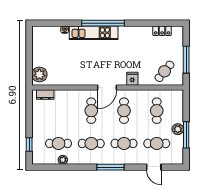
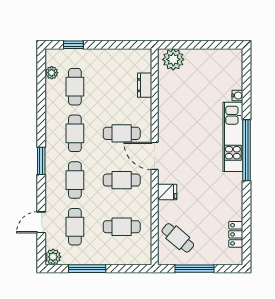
dresser: (45, 95) -> (145, 85), moved
plant: (178, 129) -> (53, 257), moved
plant: (63, 160) -> (52, 73), moved
window: (111, 167) -> (41, 161), width x0.69

